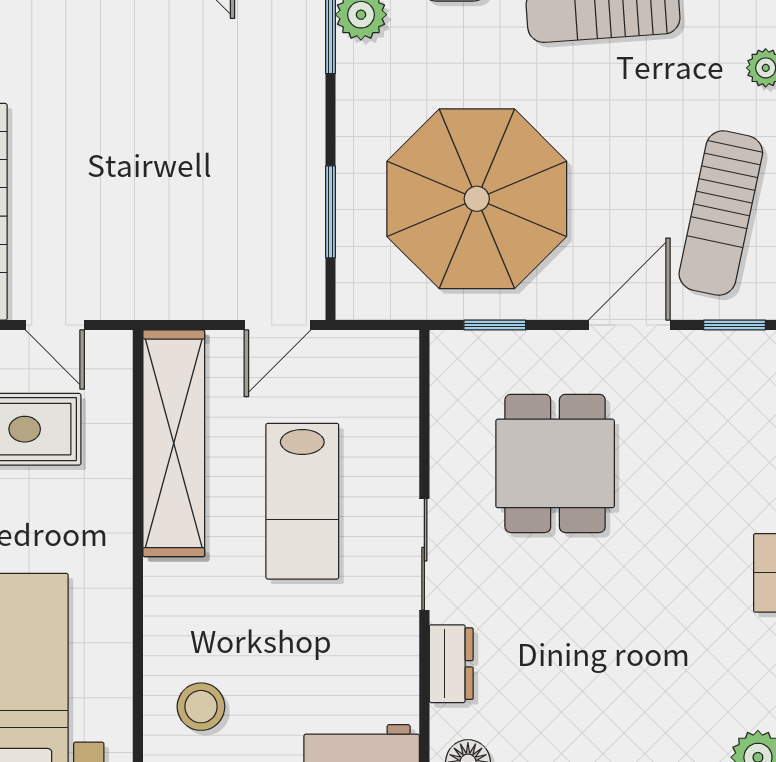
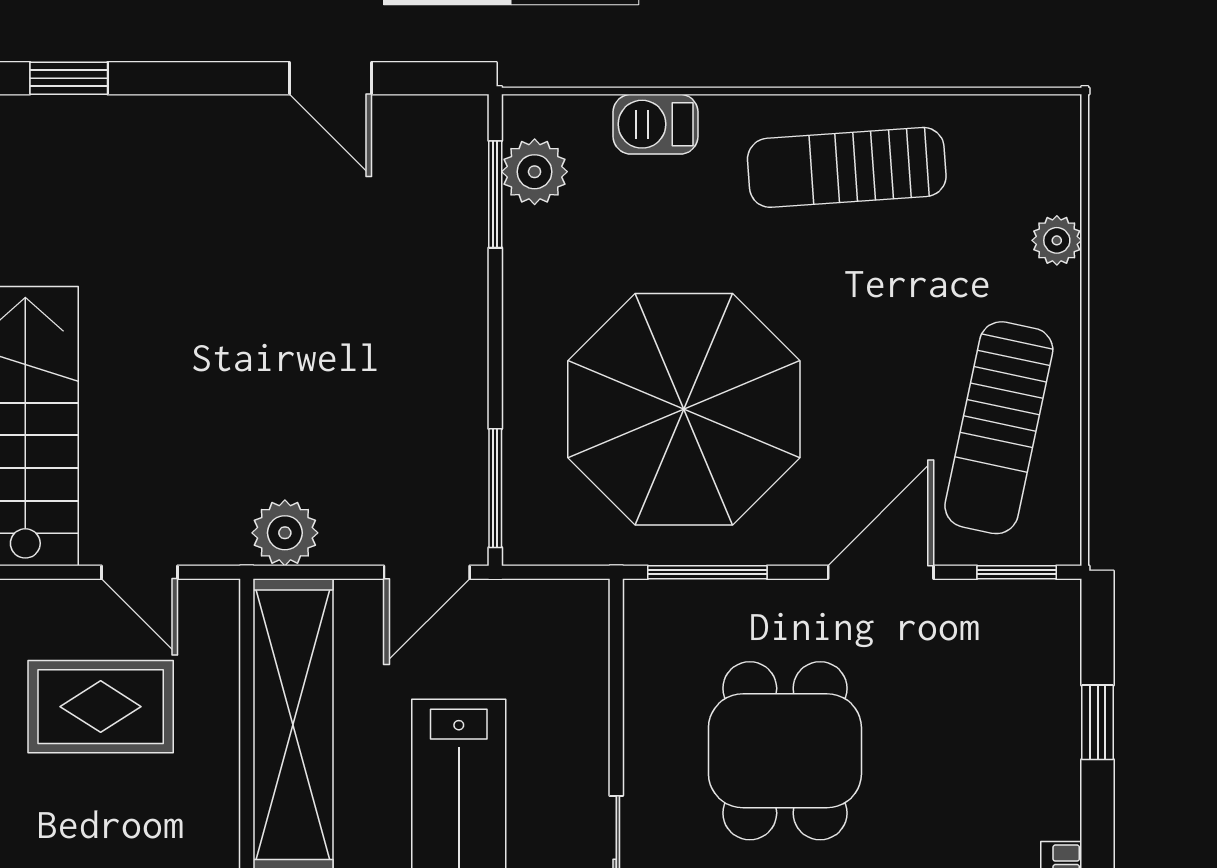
window: (331, 212) -> (495, 488), moved
plant: (168, 294) -> (285, 533), added
window: (495, 325) -> (707, 572), width x1.50

